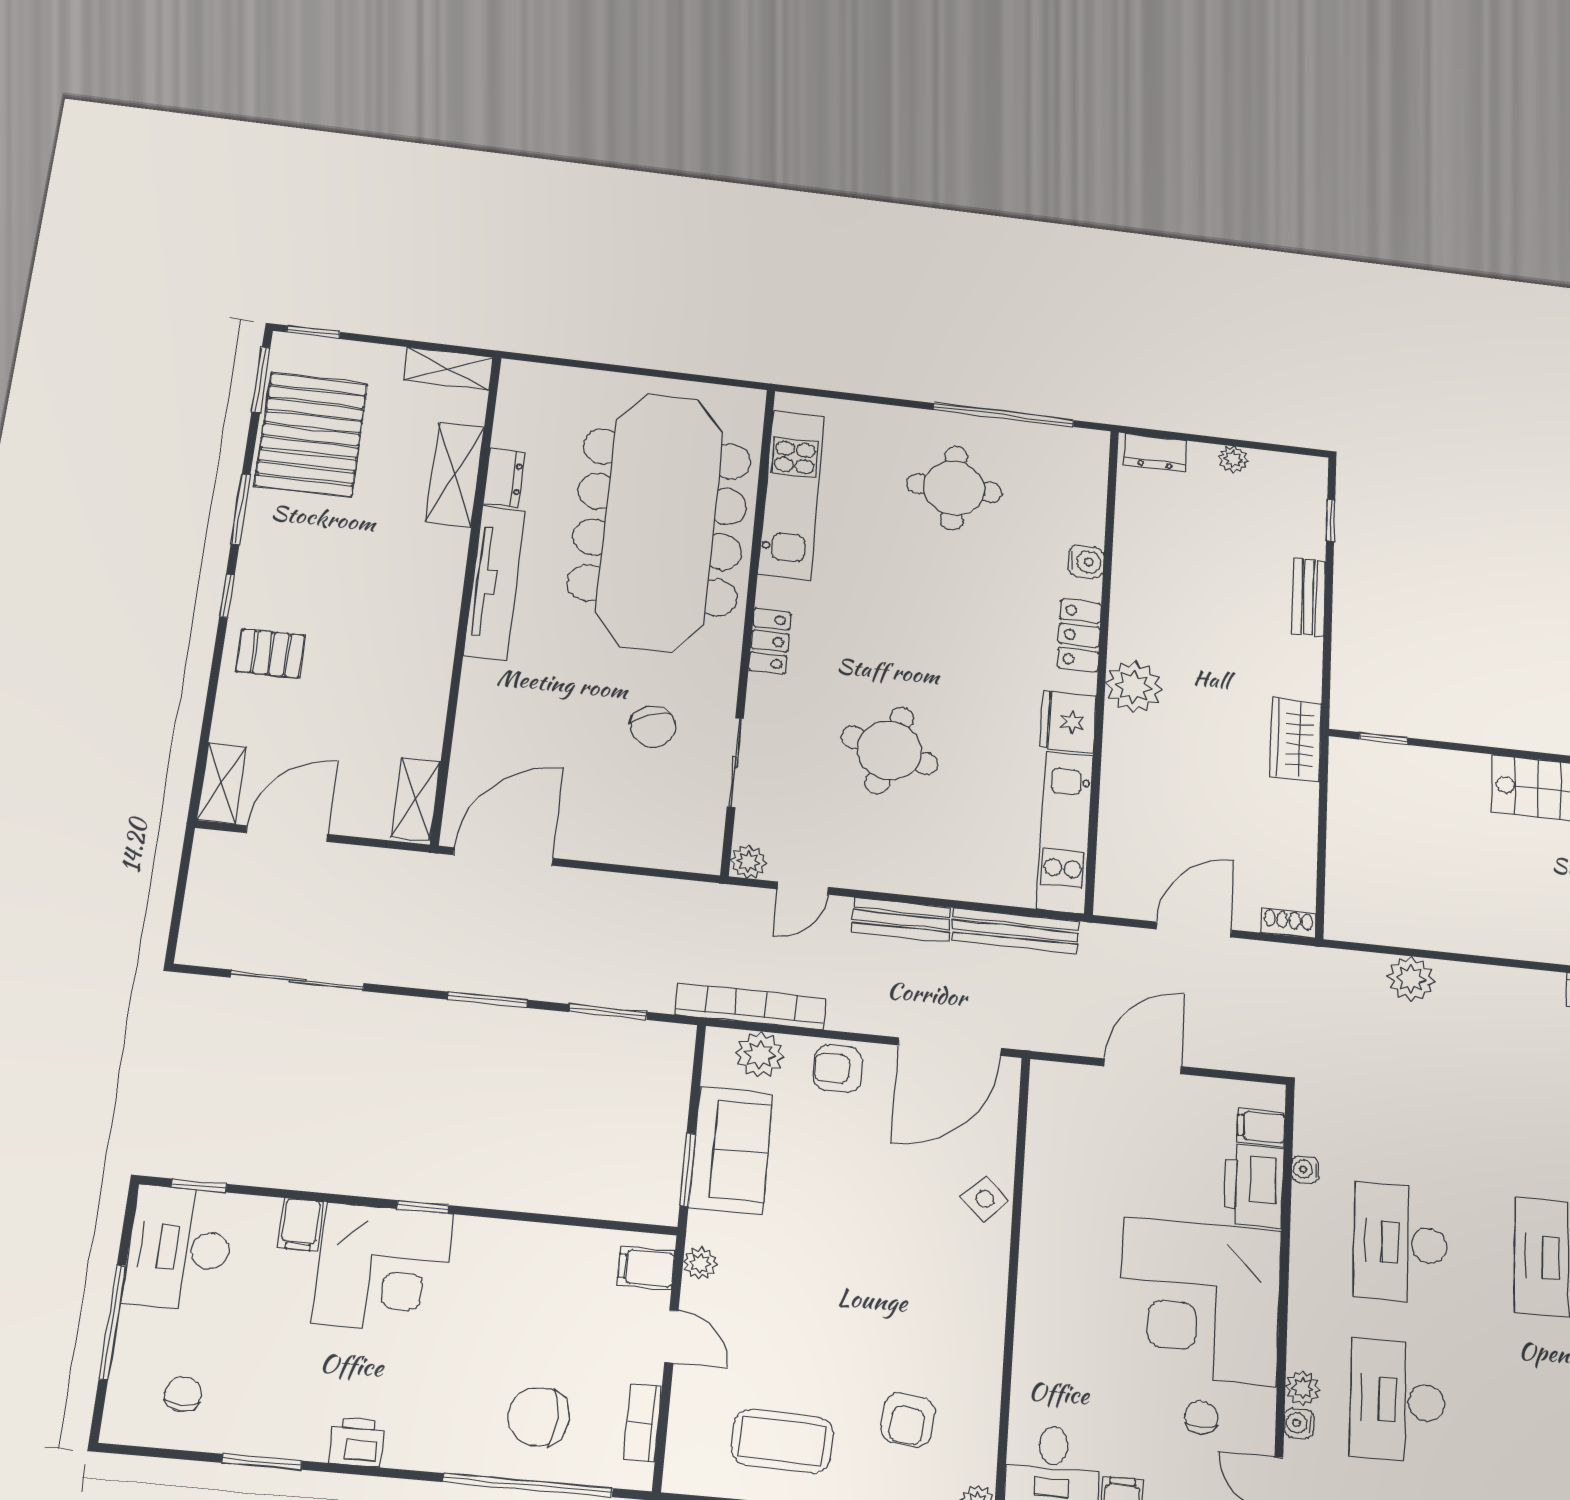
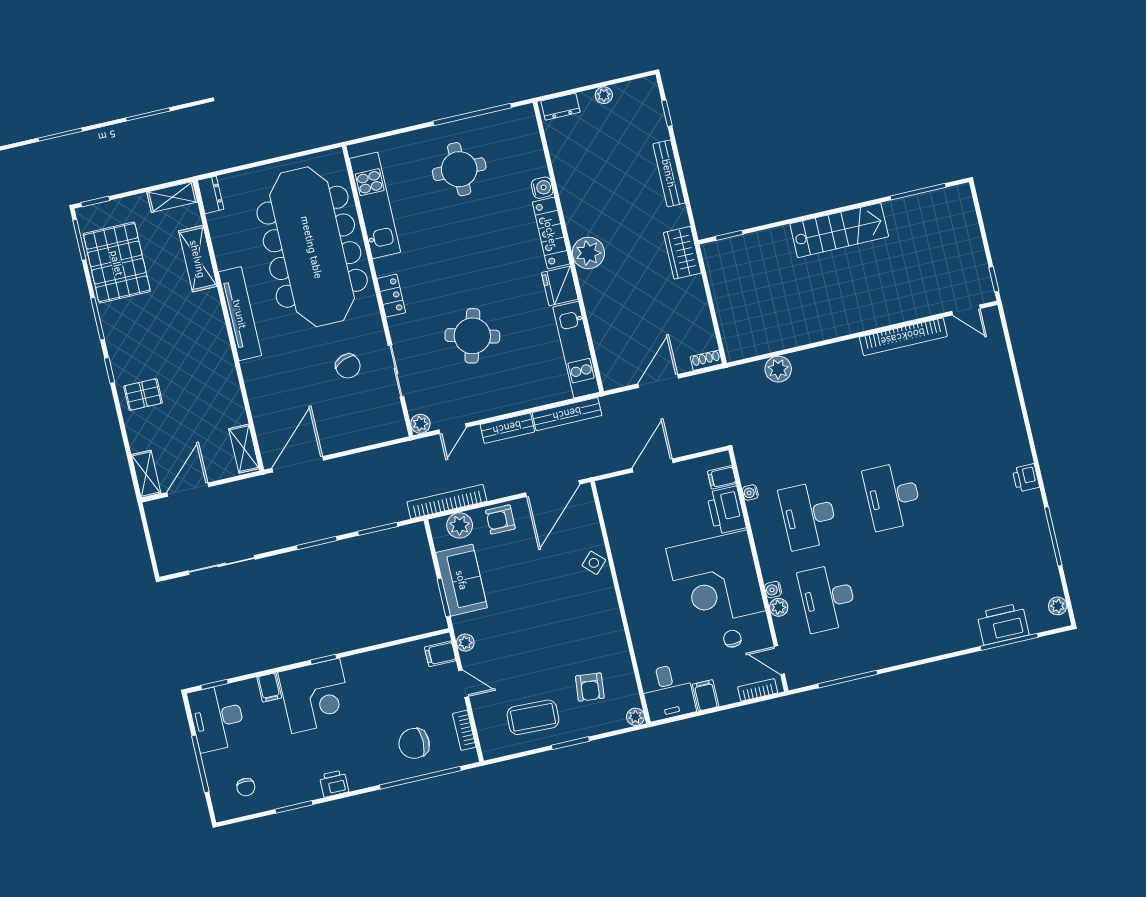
dresser: (504, 478) -> (211, 195), moved
bench: (1309, 597) -> (669, 173), width x1.36
locker: (1079, 635) -> (551, 233), width x1.53
chair: (183, 1394) -> (246, 787), turned 180
water cooler: (1299, 1423) -> (773, 590), moved

